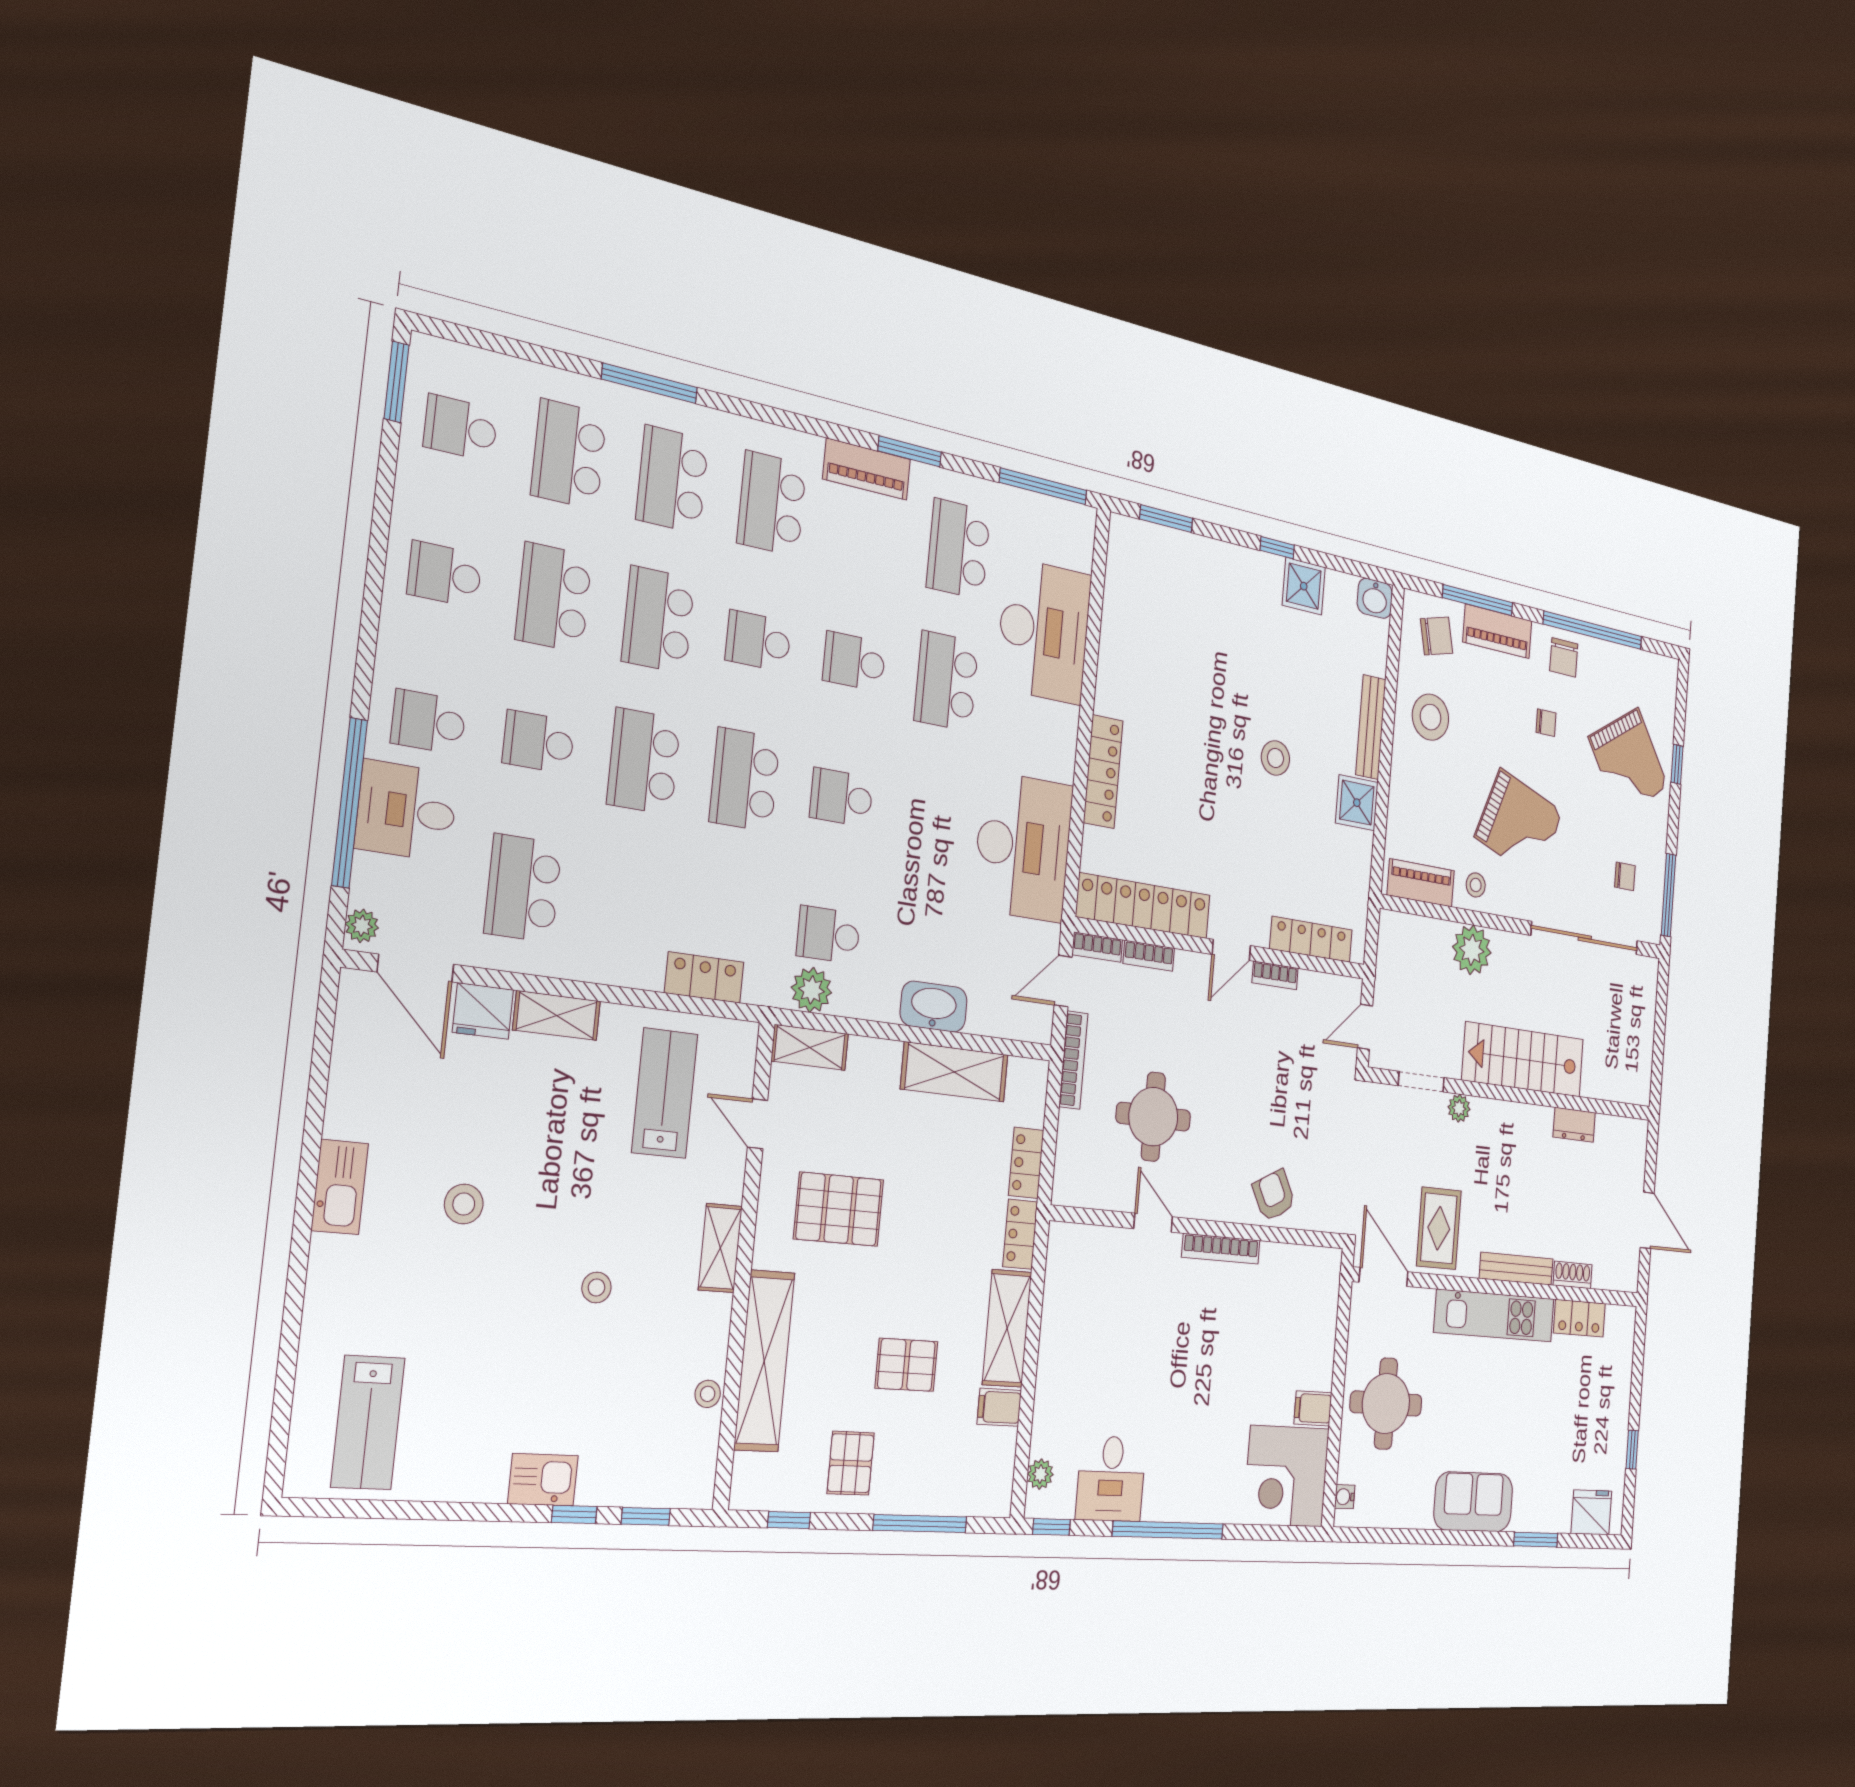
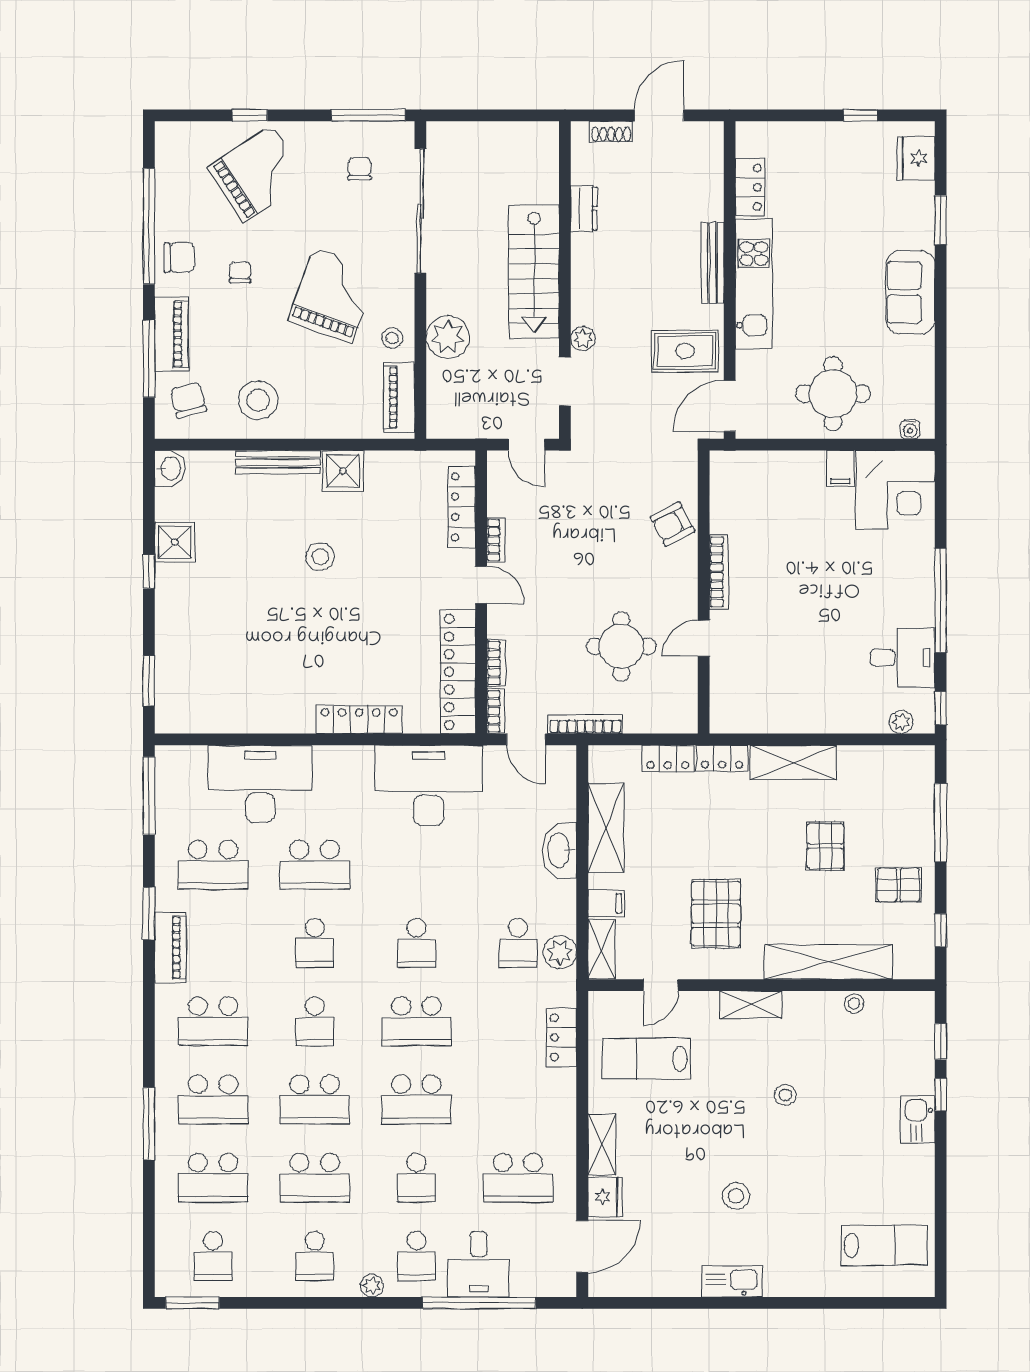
plant: (362, 926) -> (372, 1286), moved
shoe rack: (1573, 1275) -> (611, 132), moved, turned -90
filing cabinet: (999, 1407) -> (606, 904), moved, turned -90

